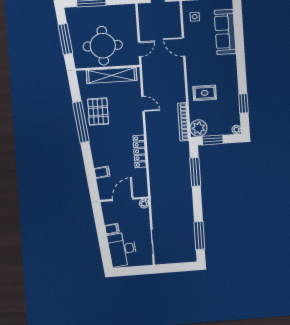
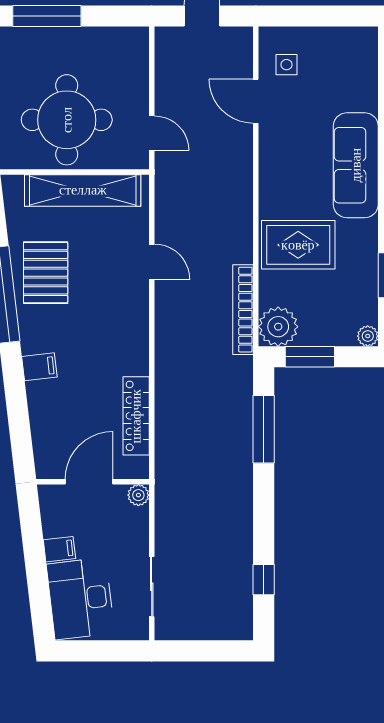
sofa: (225, 32) -> (356, 165), moved
door: (184, 47) -> (256, 101), moved
door: (139, 49) -> (152, 133), hinge flipped
rug: (205, 93) -> (298, 245), width x1.36, depth x1.43
locker: (140, 151) -> (136, 416), moved
filing cabinet: (102, 172) -> (39, 367), moved
window: (199, 235) -> (264, 580), width x0.46

